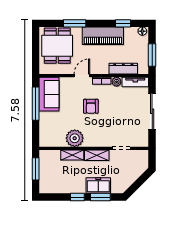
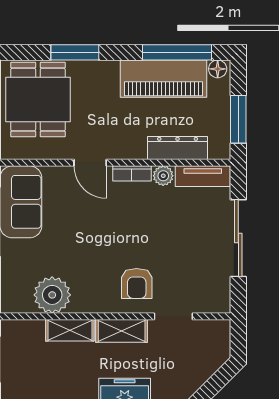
window: (123, 23) -> (177, 52), width x2.17
piano: (103, 36) -> (163, 79), moved
door: (82, 76) -> (90, 163), swing flipped
armchair: (91, 106) -> (137, 283), moved
plant: (75, 138) -> (52, 295), moved

